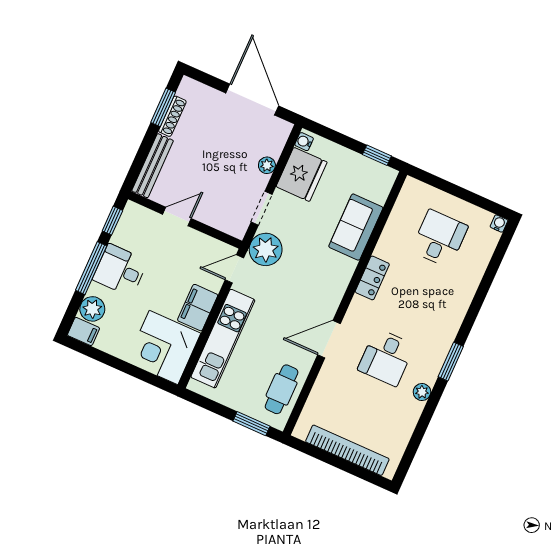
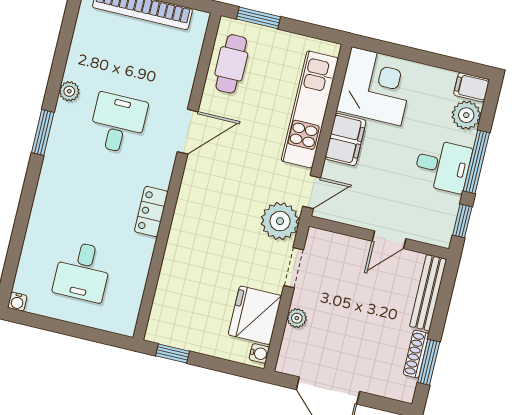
sofa: (356, 227) -> (181, 266), removed

